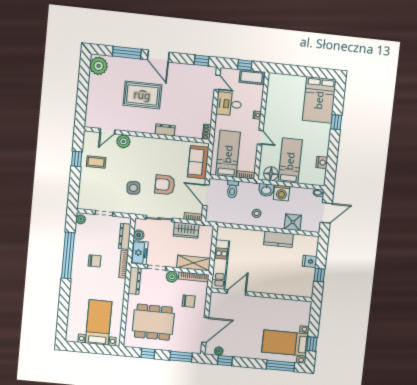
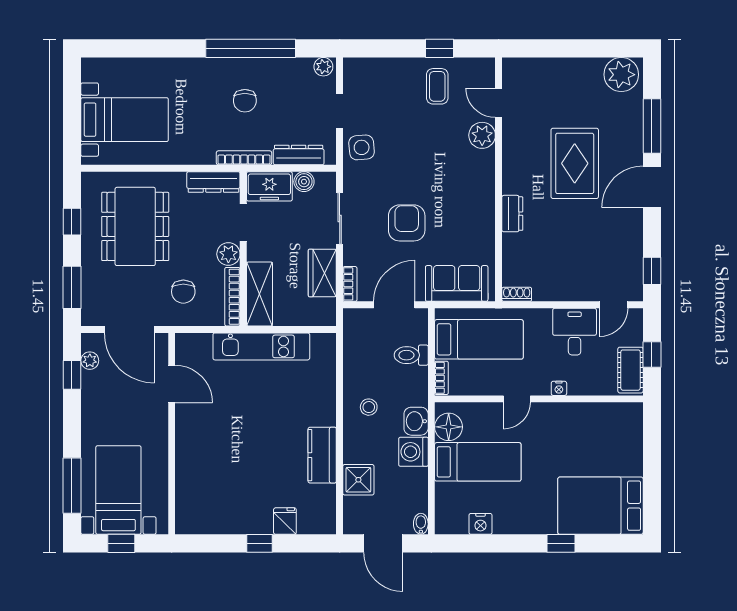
side table: (133, 188) -> (362, 147), moved
door: (237, 292) -> (172, 384), moved
wall: (262, 295) -> (172, 434), moved

